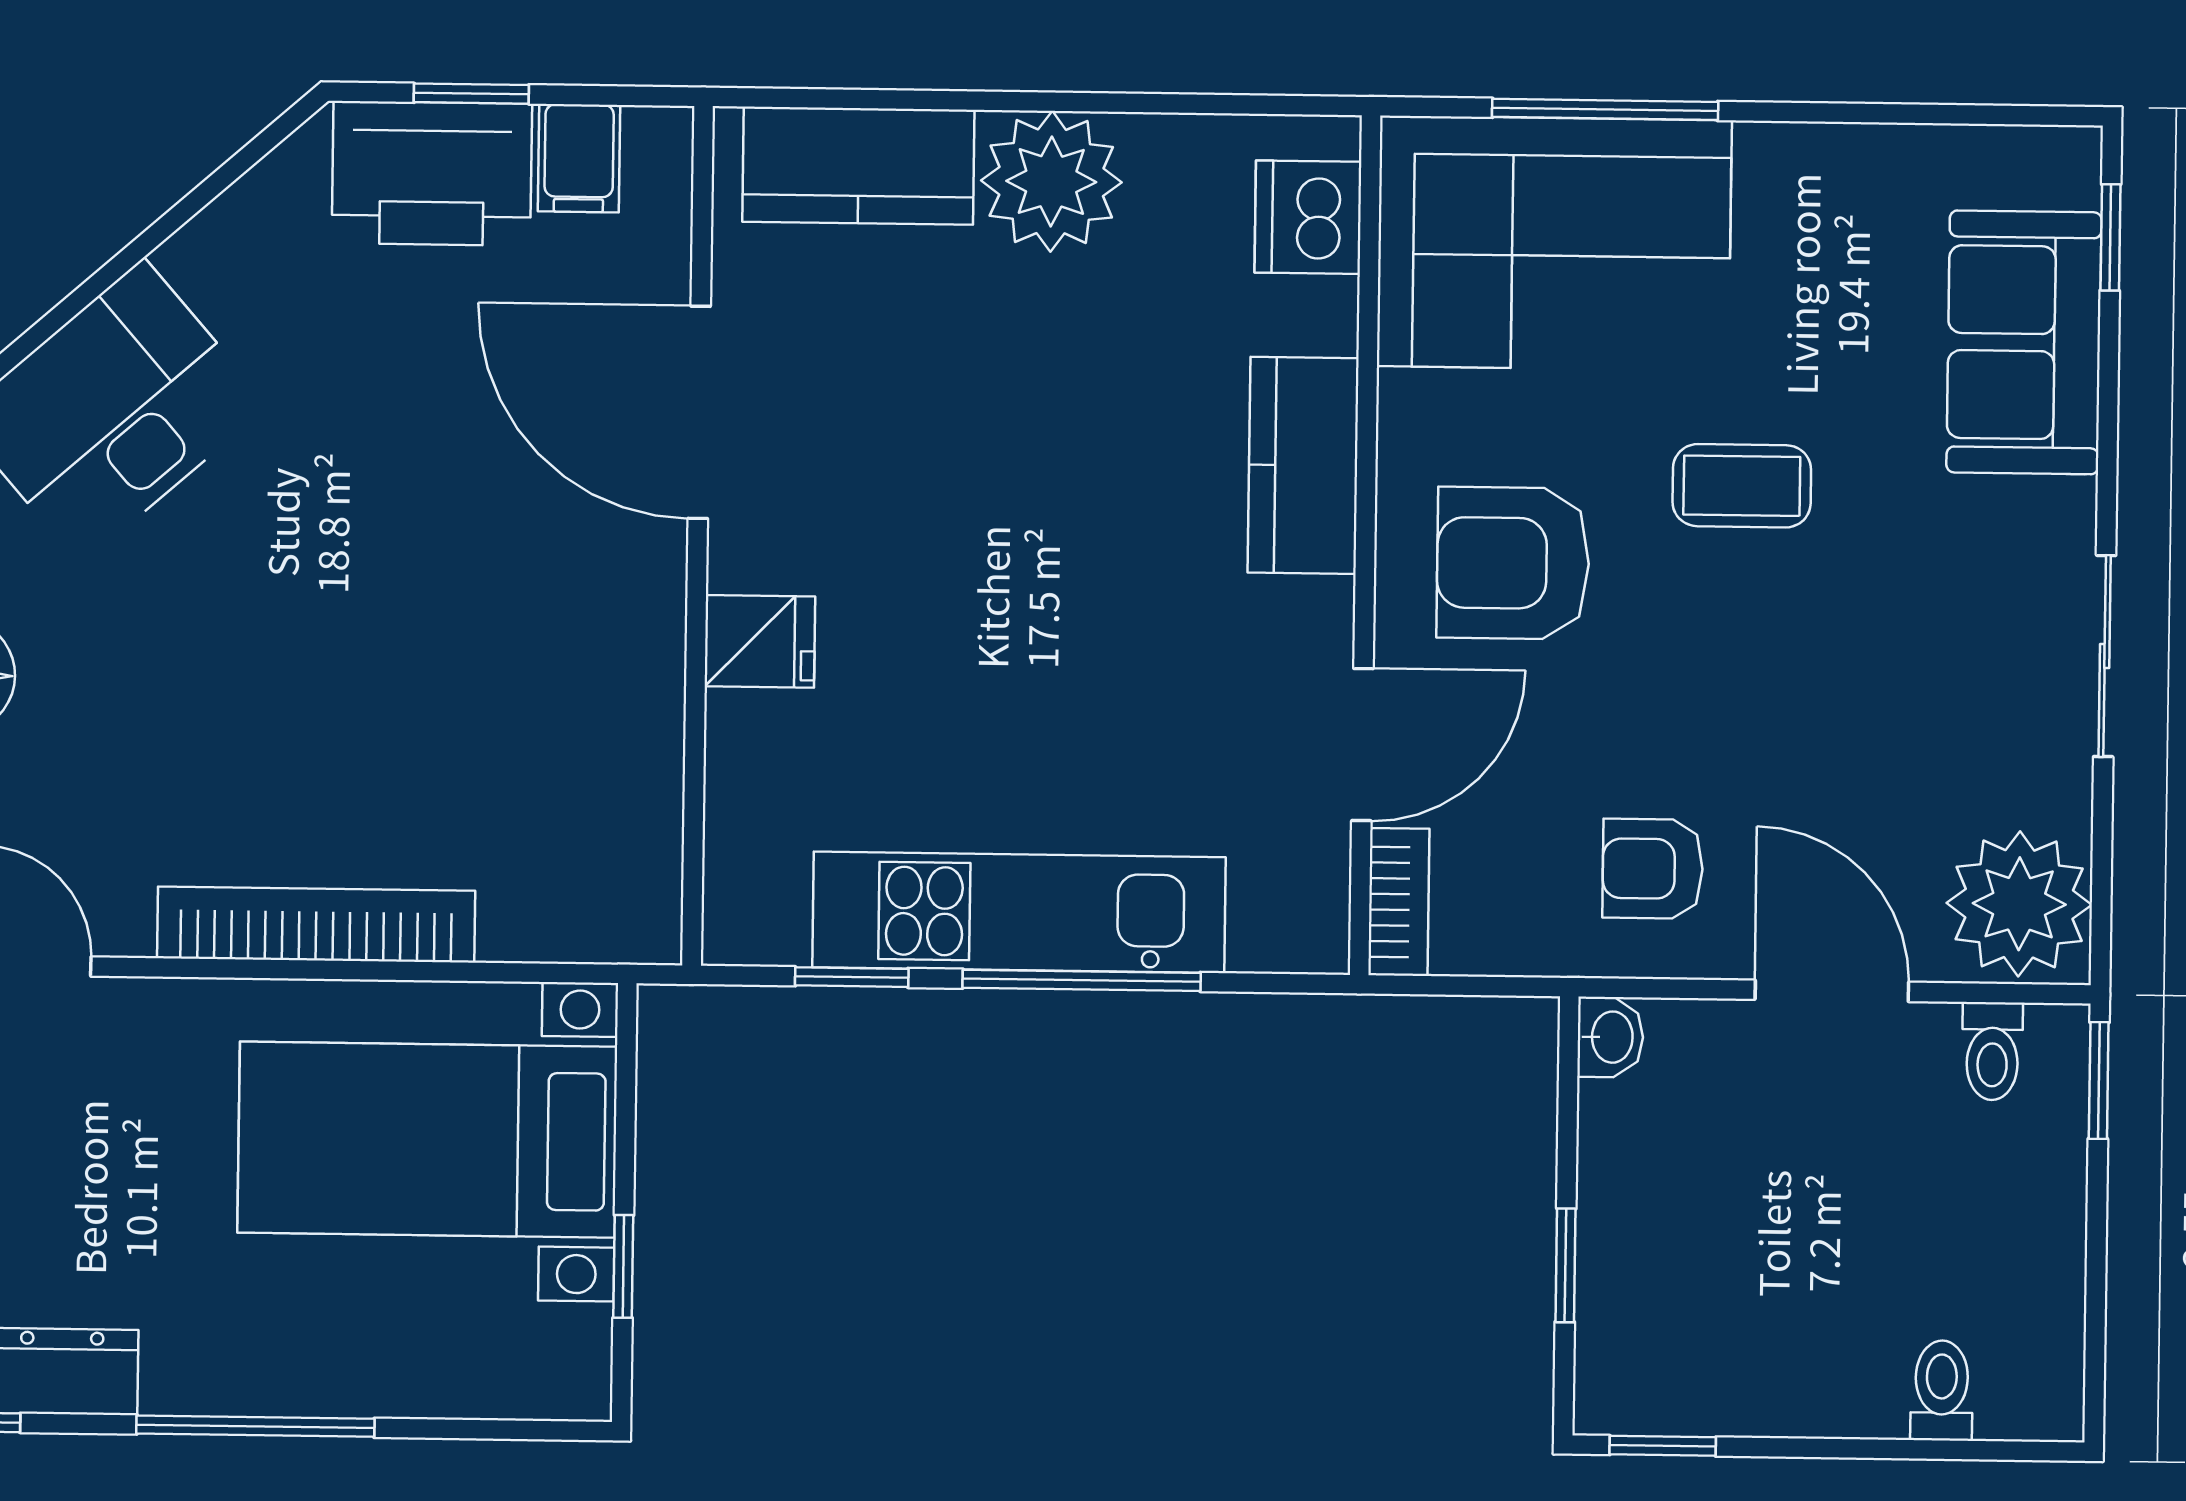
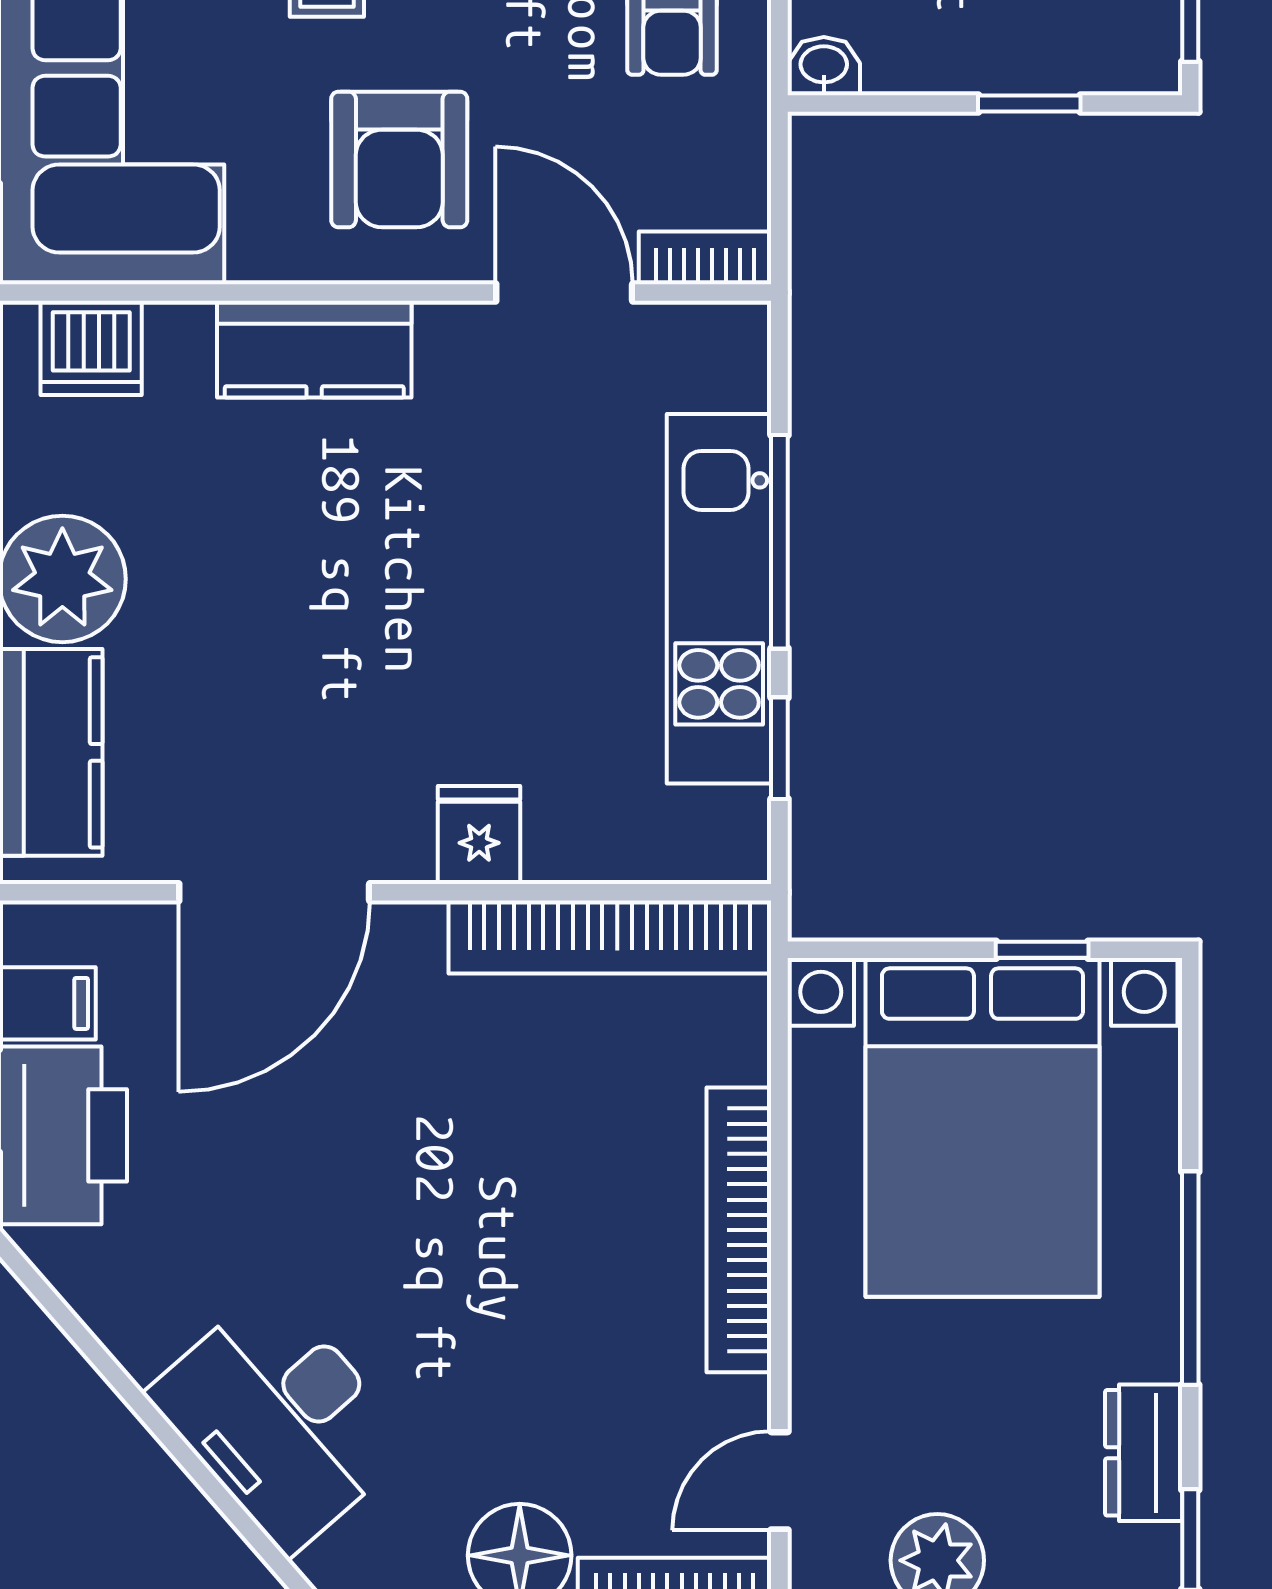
bookcase: (644, 785) -> (610, 937), added
bed with nightstands: (427, 1140) -> (982, 1127), width x1.36

